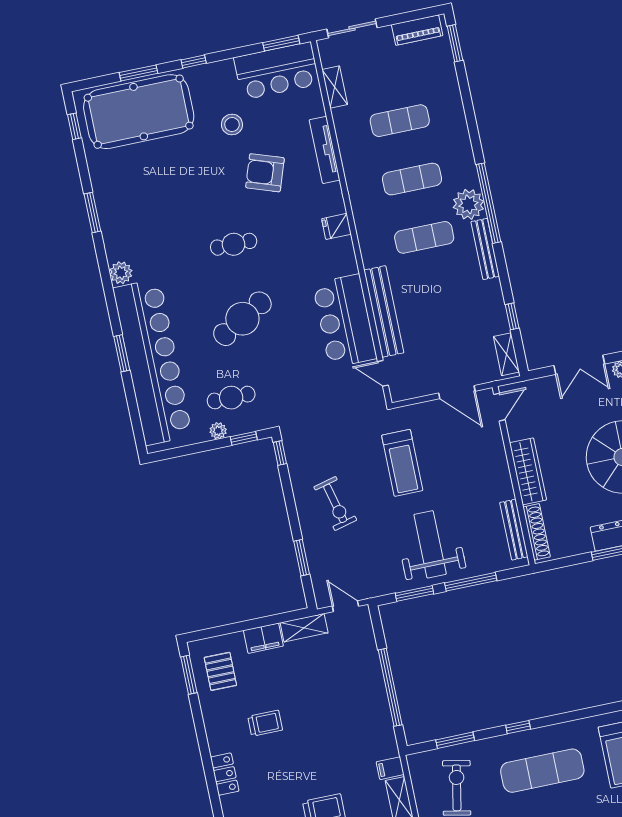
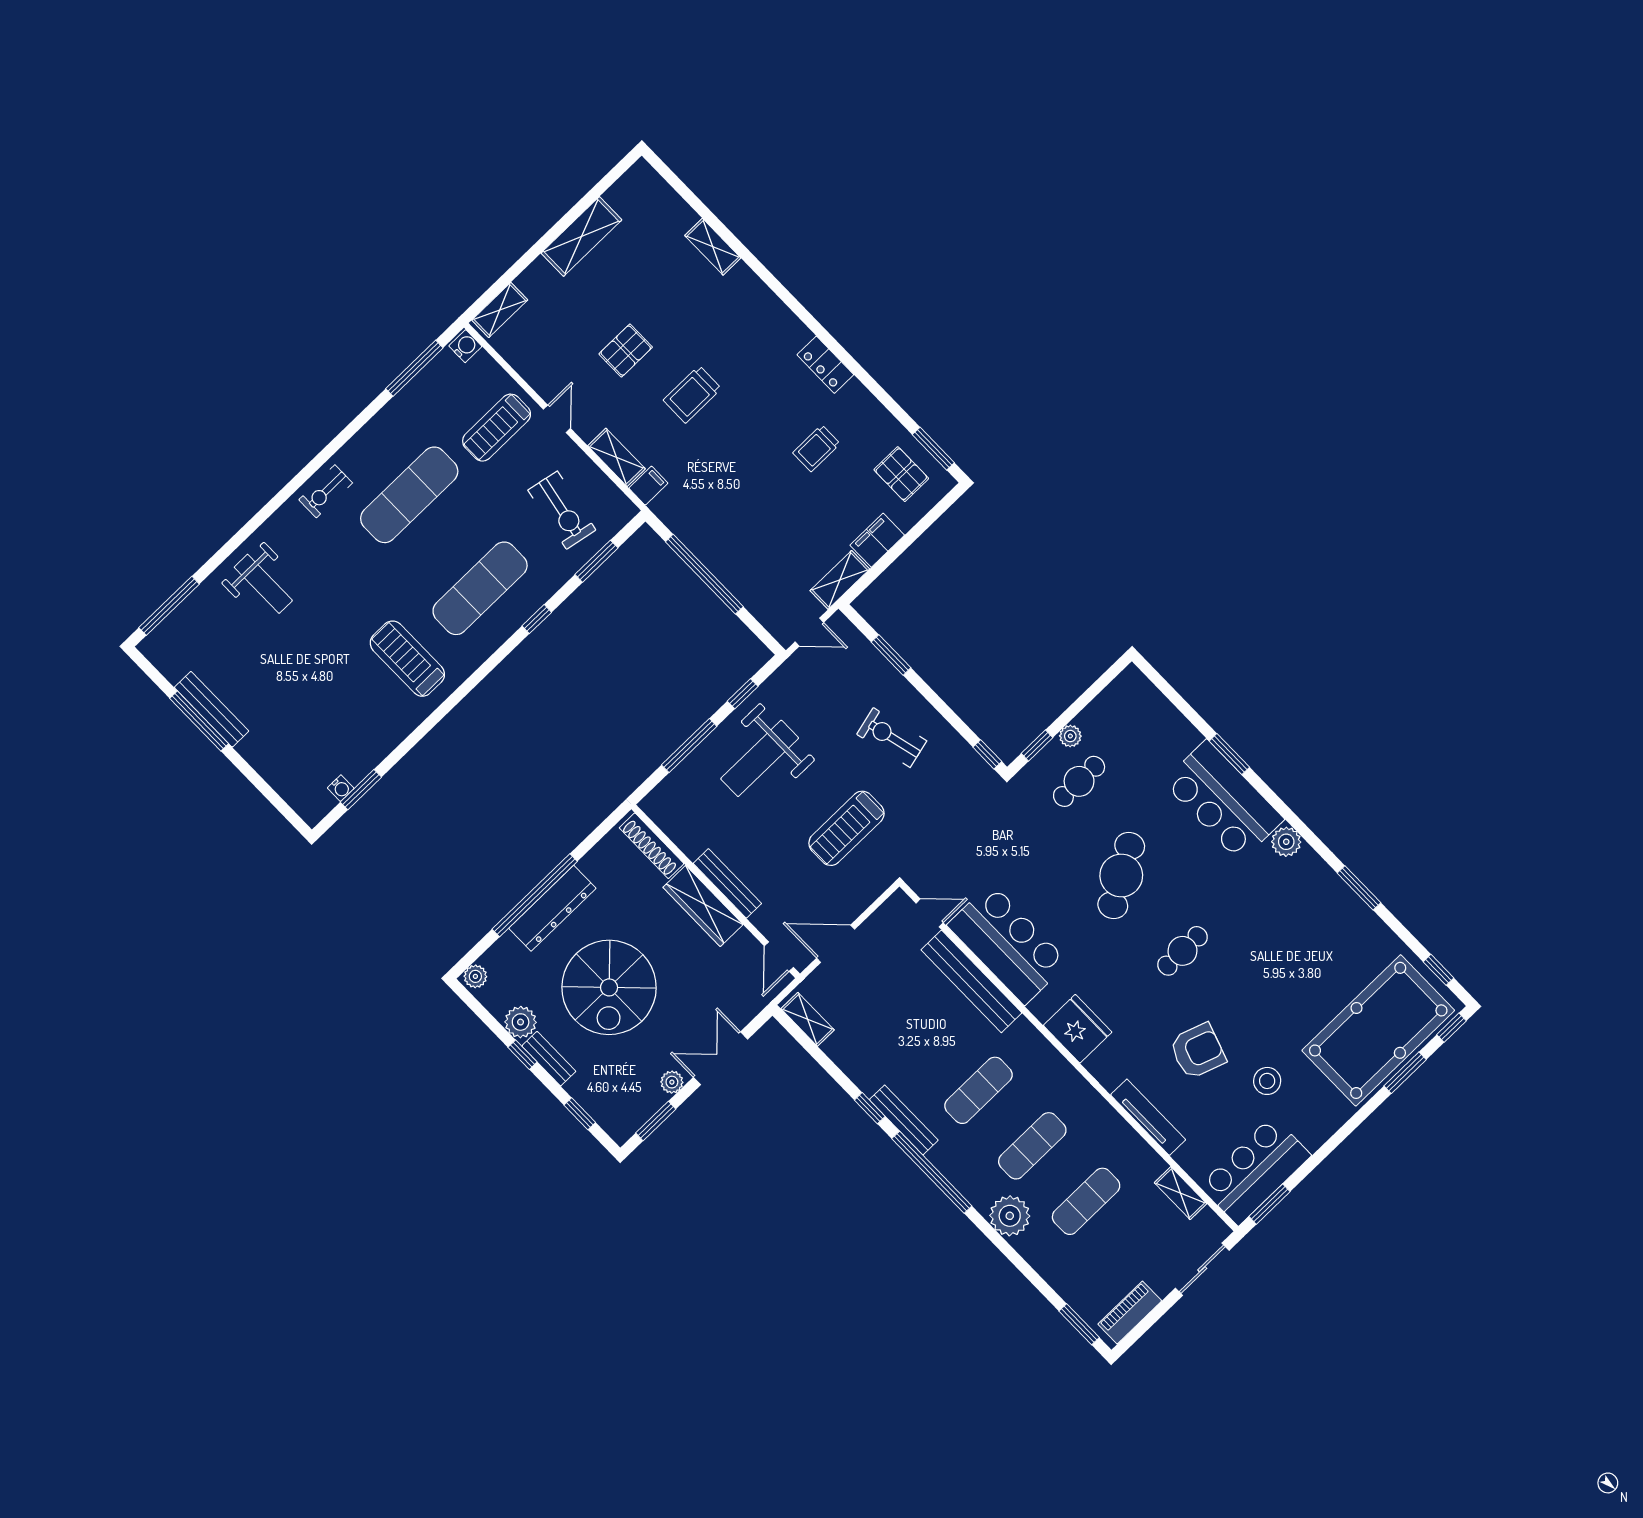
window: (194, 61) -> (1452, 1028), moved
plant: (468, 204) -> (1010, 1216), moved
fridge: (336, 226) -> (1078, 1029), width x1.88, depth x1.34
window: (512, 316) -> (870, 1108), moved
bar counter: (153, 362) -> (1223, 801), width x0.54
treadmill: (402, 463) -> (846, 828), turned -90
bench: (514, 530) -> (727, 883), moved
weight bench: (430, 544) -> (760, 758), turned 90
window: (415, 593) -> (743, 694), width x0.67

